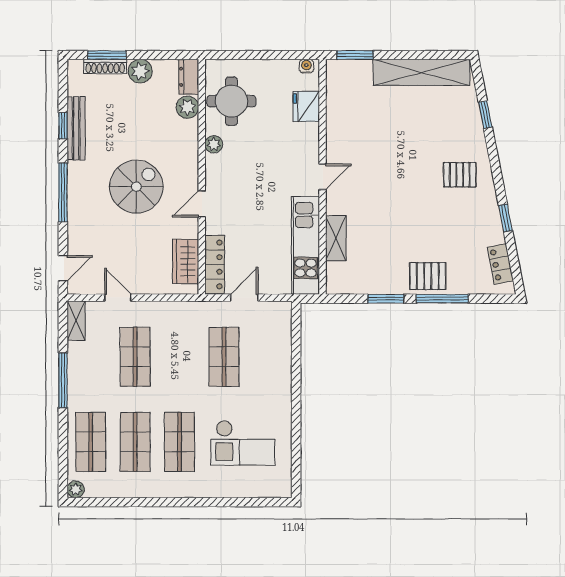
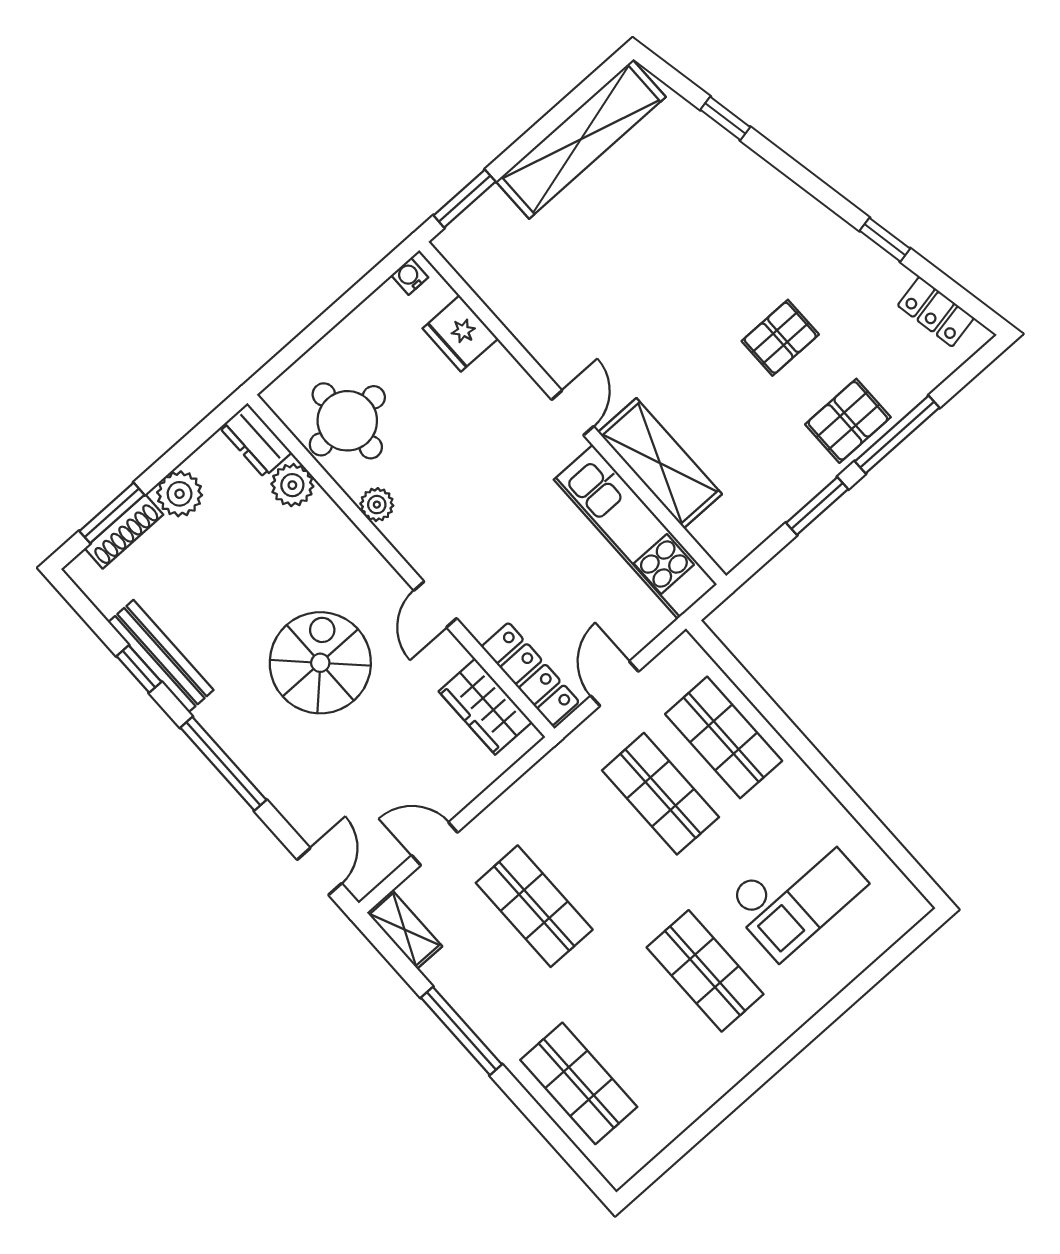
pallet: (460, 175) -> (780, 338), moved
shelving: (336, 238) -> (660, 463), width x1.50, depth x1.33
shop shelf: (135, 442) -> (724, 737), moved
plant: (76, 489) -> (618, 1170), removed

